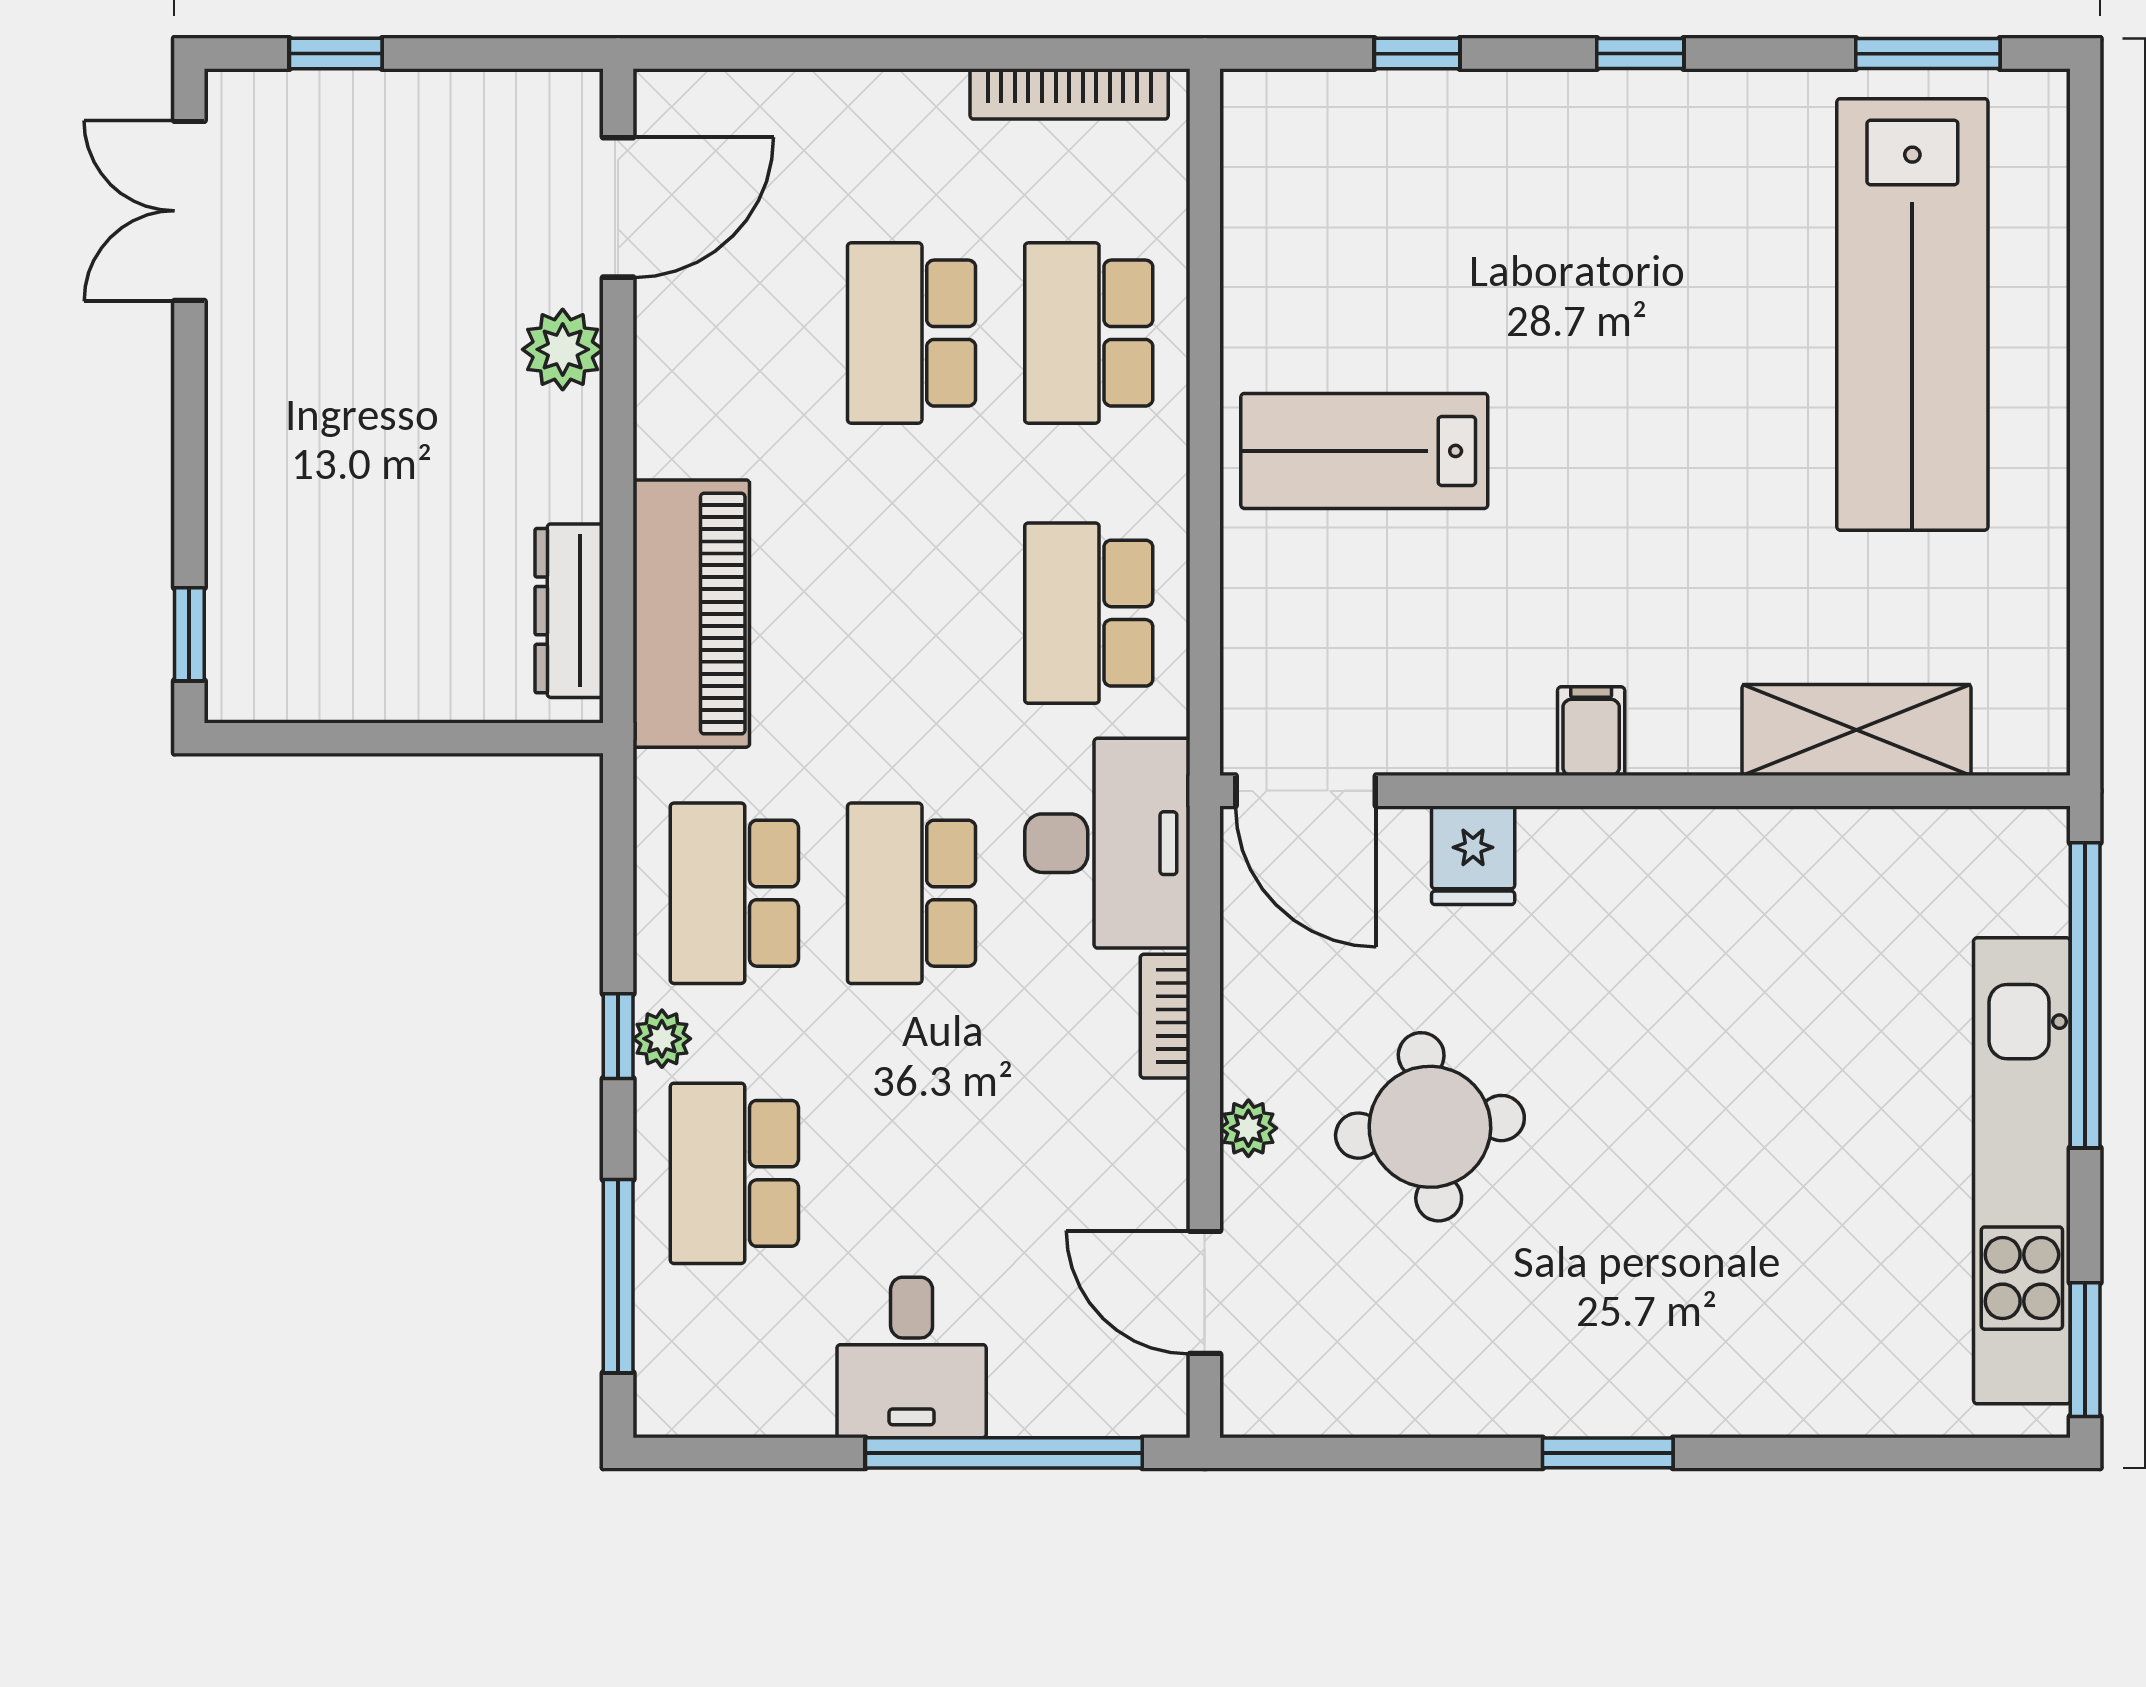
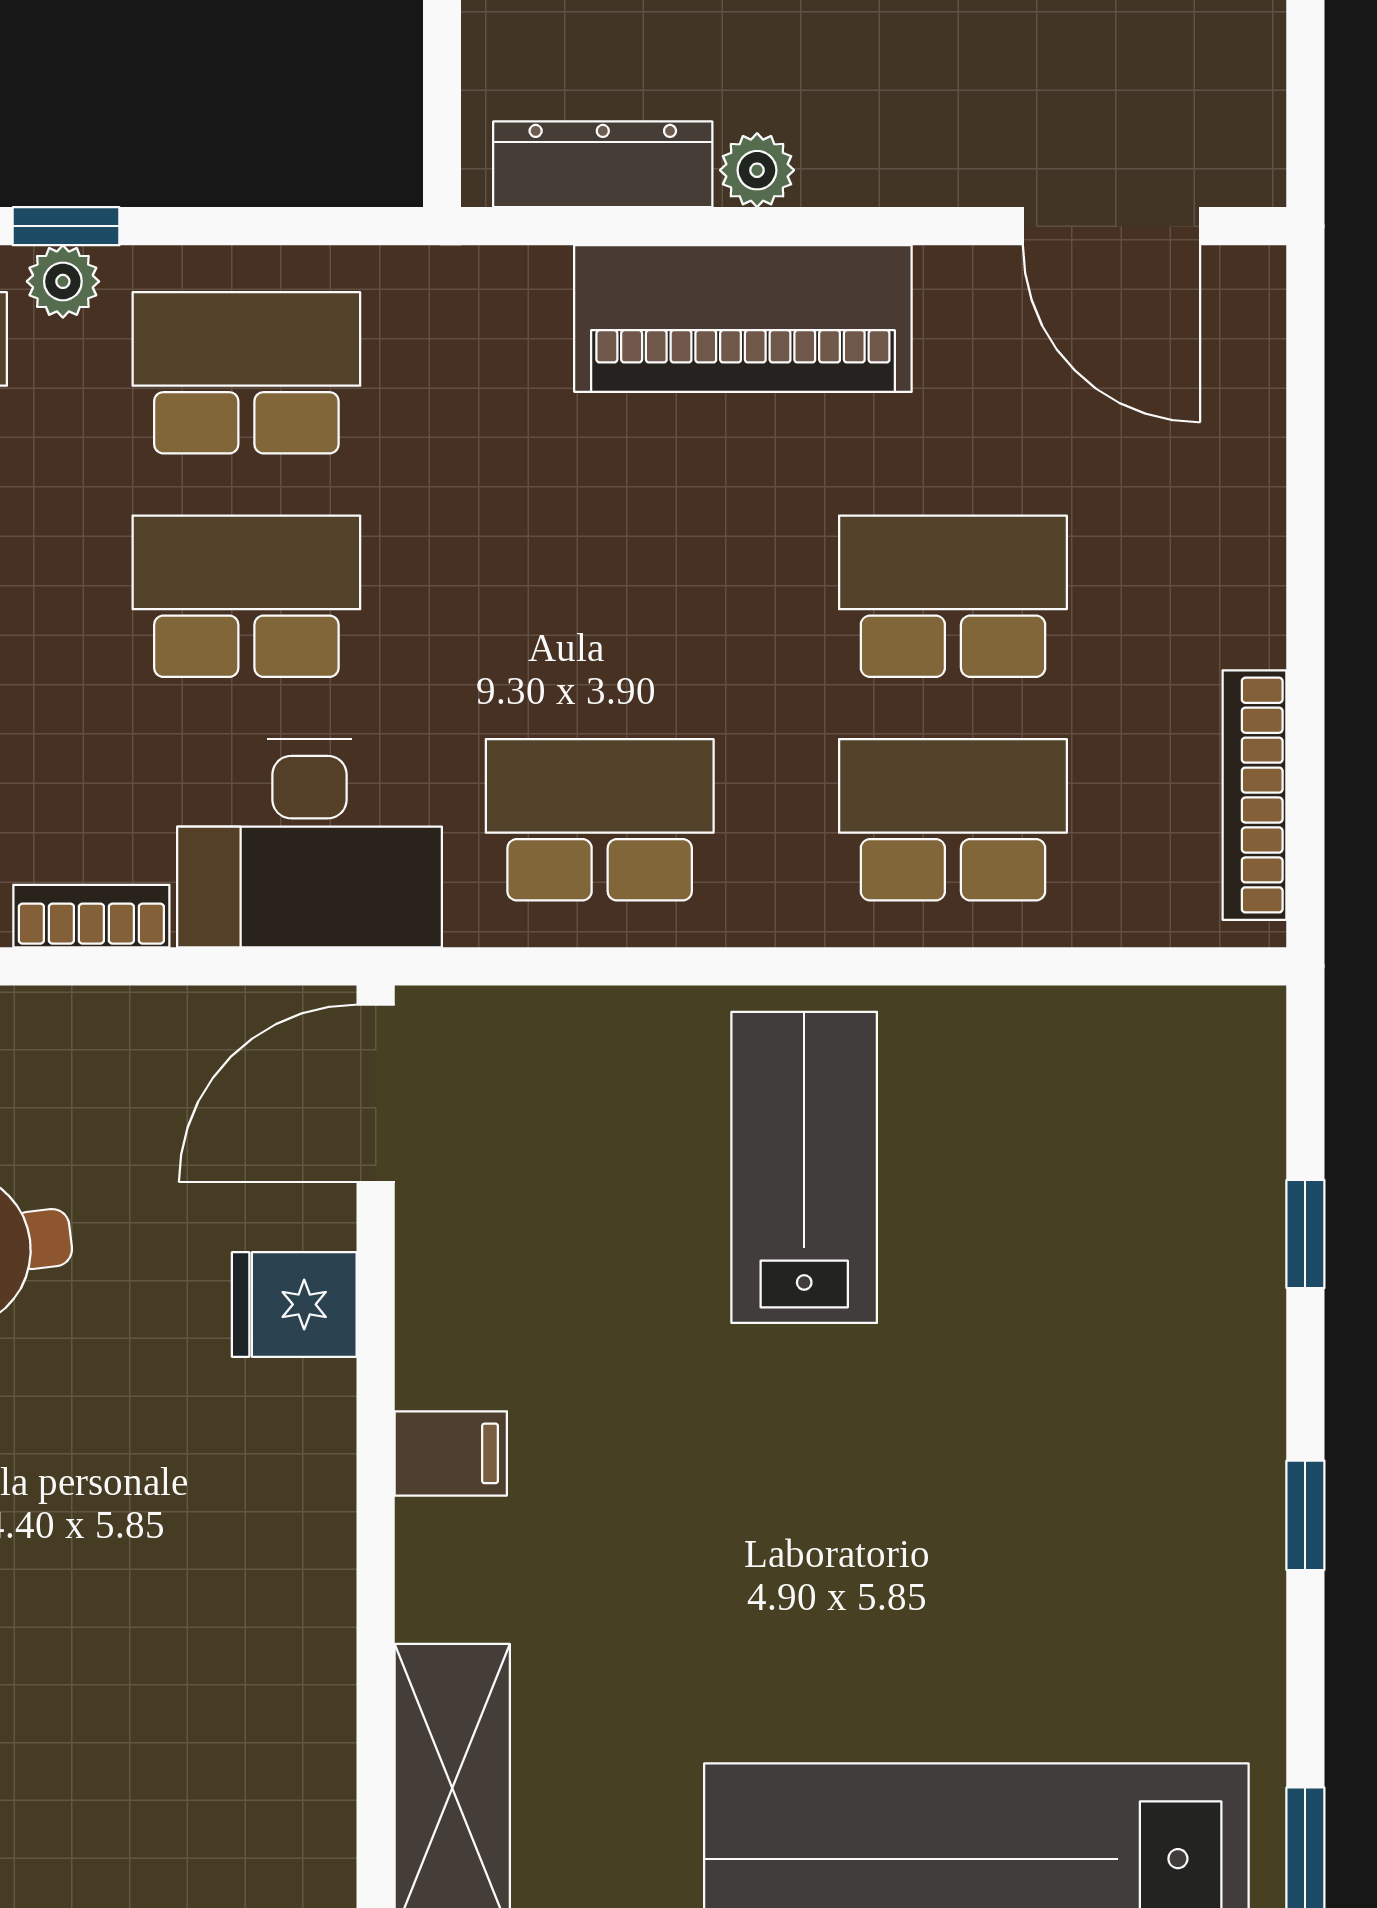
plant: (563, 349) -> (757, 170), moved, width x0.73, depth x0.73
piano: (691, 614) -> (743, 319), moved

